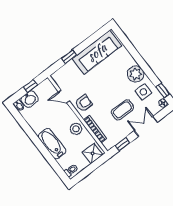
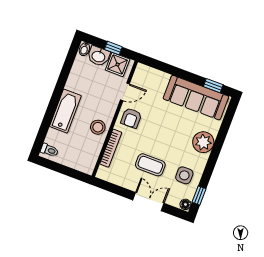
window: (69, 57) -> (213, 86), moved
plant: (136, 74) -> (203, 142), moved
door: (64, 96) -> (125, 92), swing flipped
armchair: (84, 103) -> (131, 118), turned 90
window: (122, 144) -> (113, 188), removed
shower: (93, 153) -> (118, 65), moved

